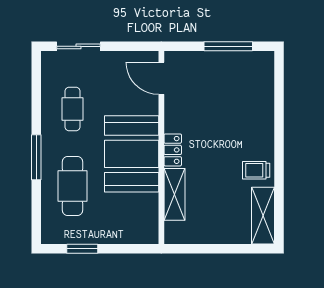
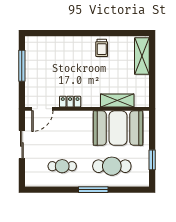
sliding door: (79, 46) -> (22, 144), moved
locker: (173, 150) -> (70, 102), moved
booth: (132, 154) -> (118, 128), moved
shelving: (263, 216) -> (142, 56), moved, turned 90

